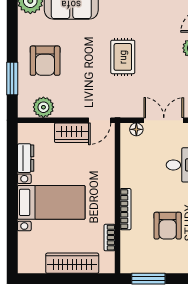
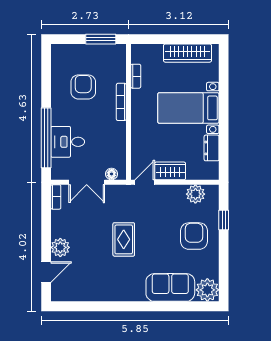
window: (12, 78) -> (224, 220), width x0.67
wardrobe: (72, 263) -> (188, 53), moved

